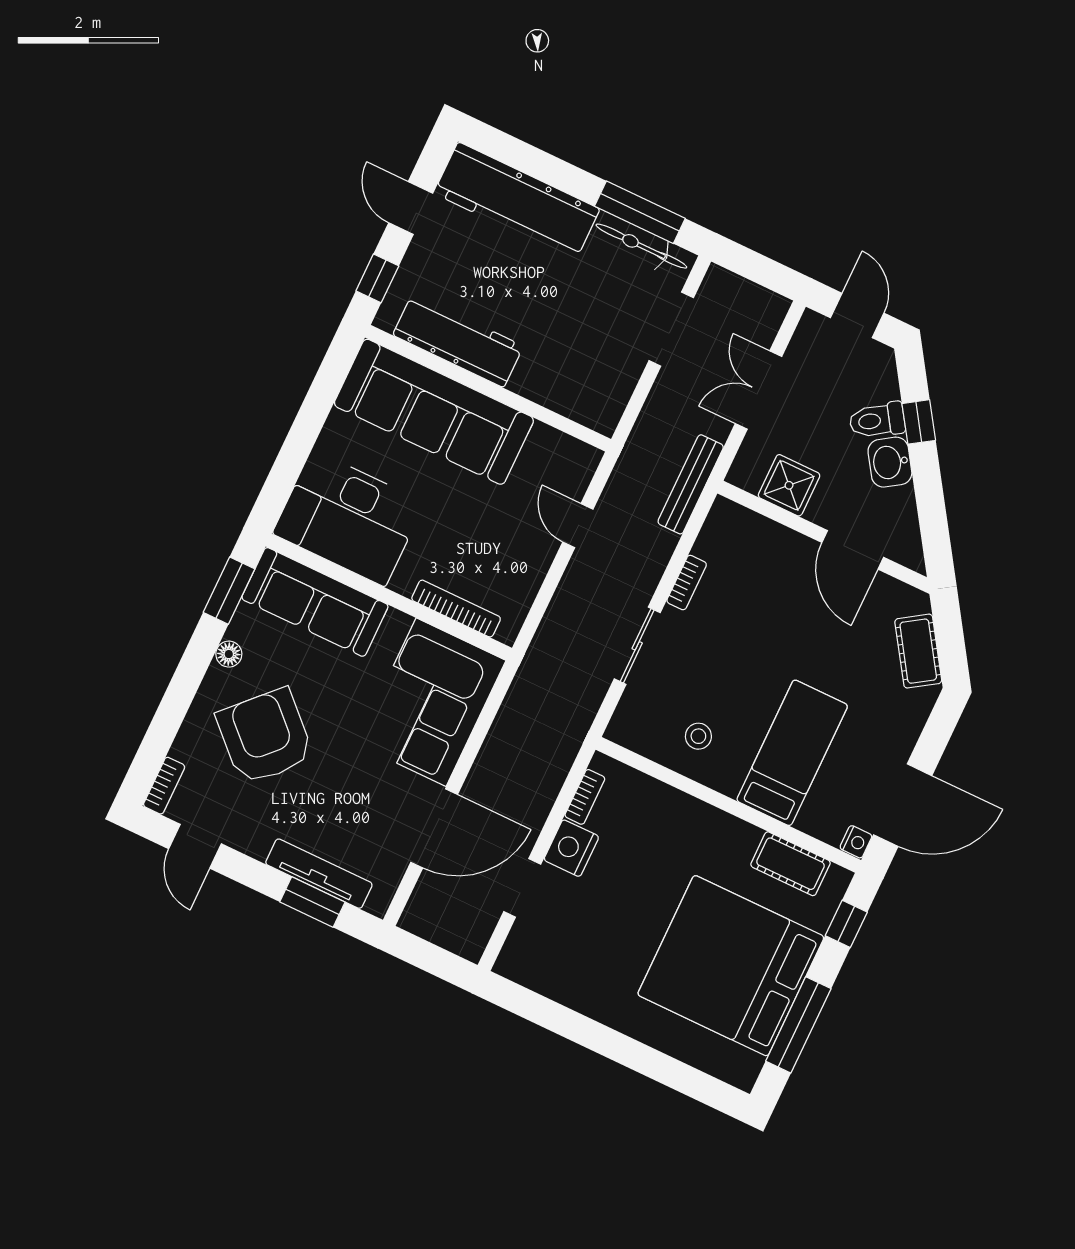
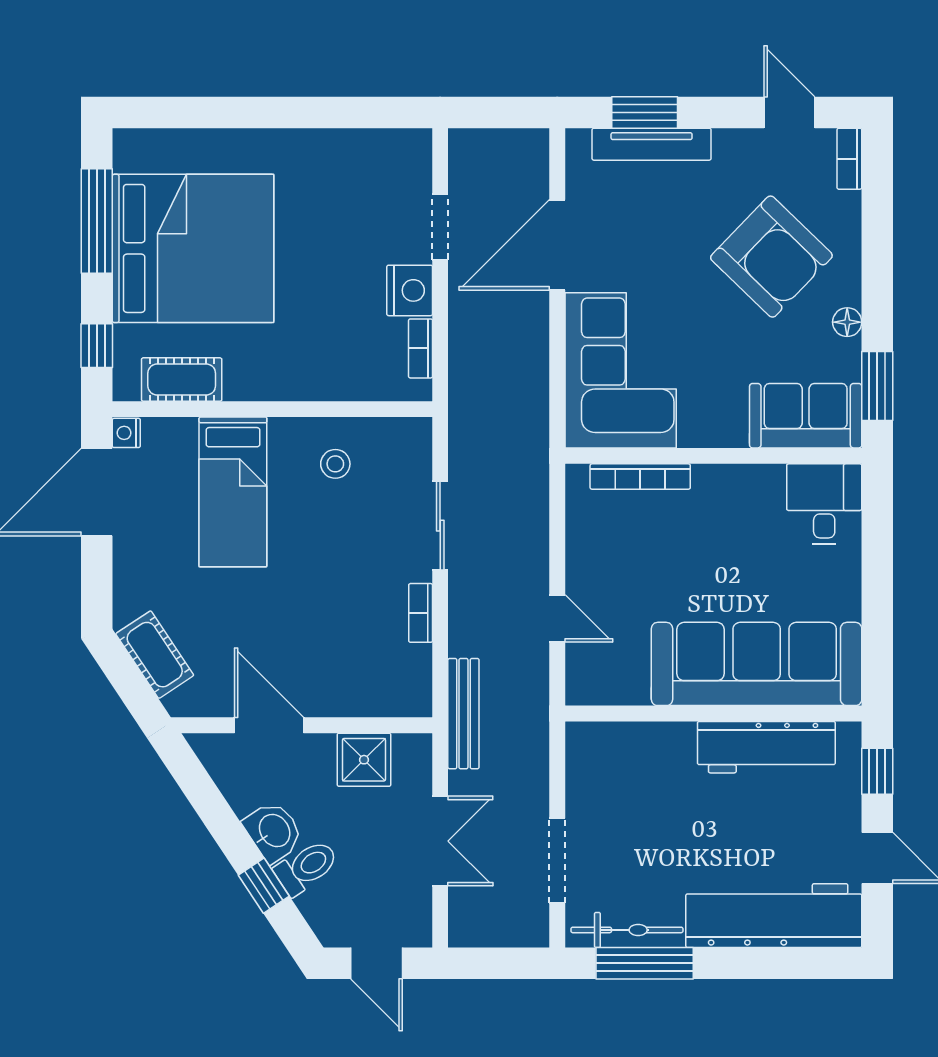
desk: (349, 518) -> (824, 504), width x0.53, depth x0.77
sofa: (315, 602) -> (806, 416), width x0.73

